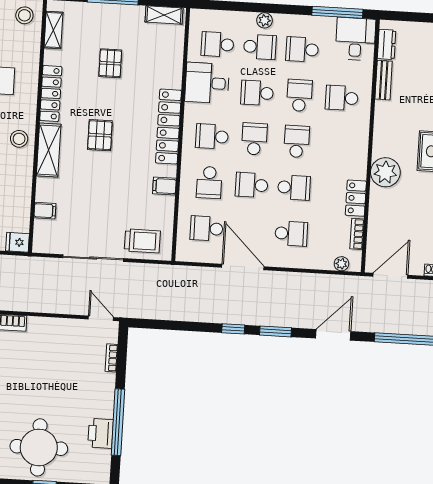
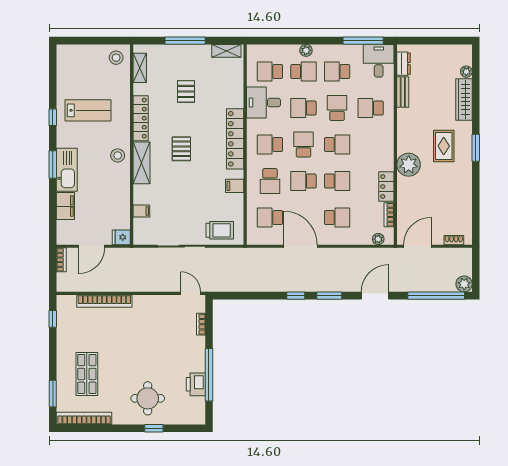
school desk: (297, 141) -> (337, 145), turned 90
round table: (39, 447) -> (148, 398), width x0.73, depth x0.73

